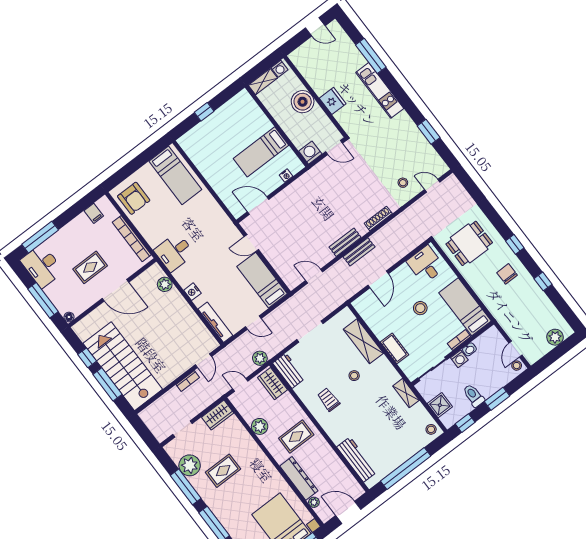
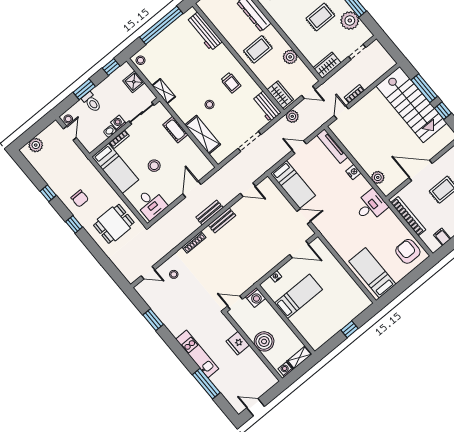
toilet: (474, 396) -> (92, 102), moved

